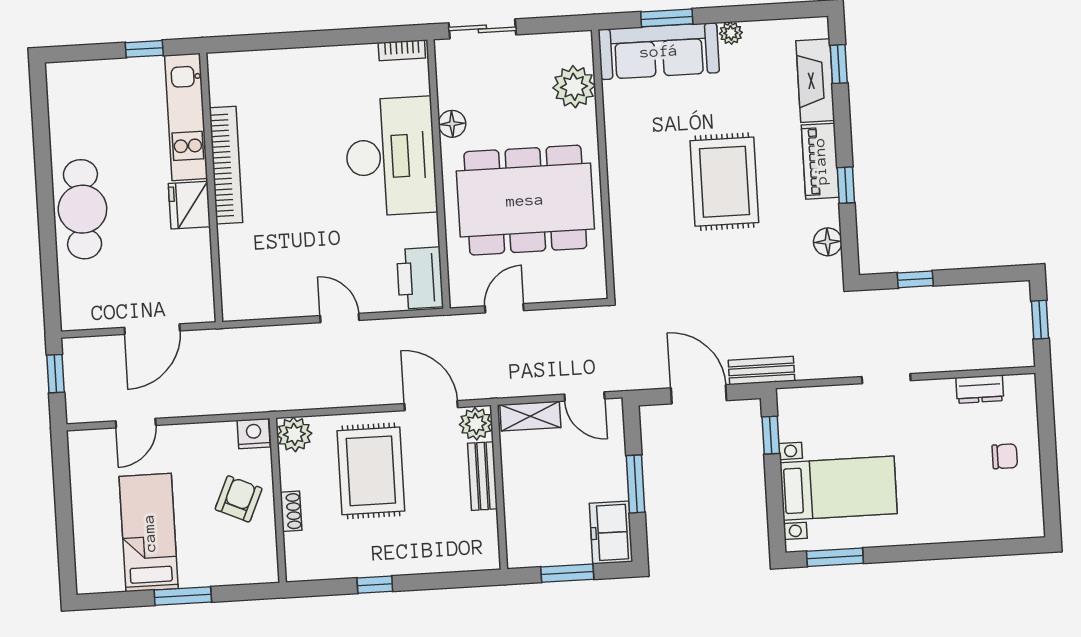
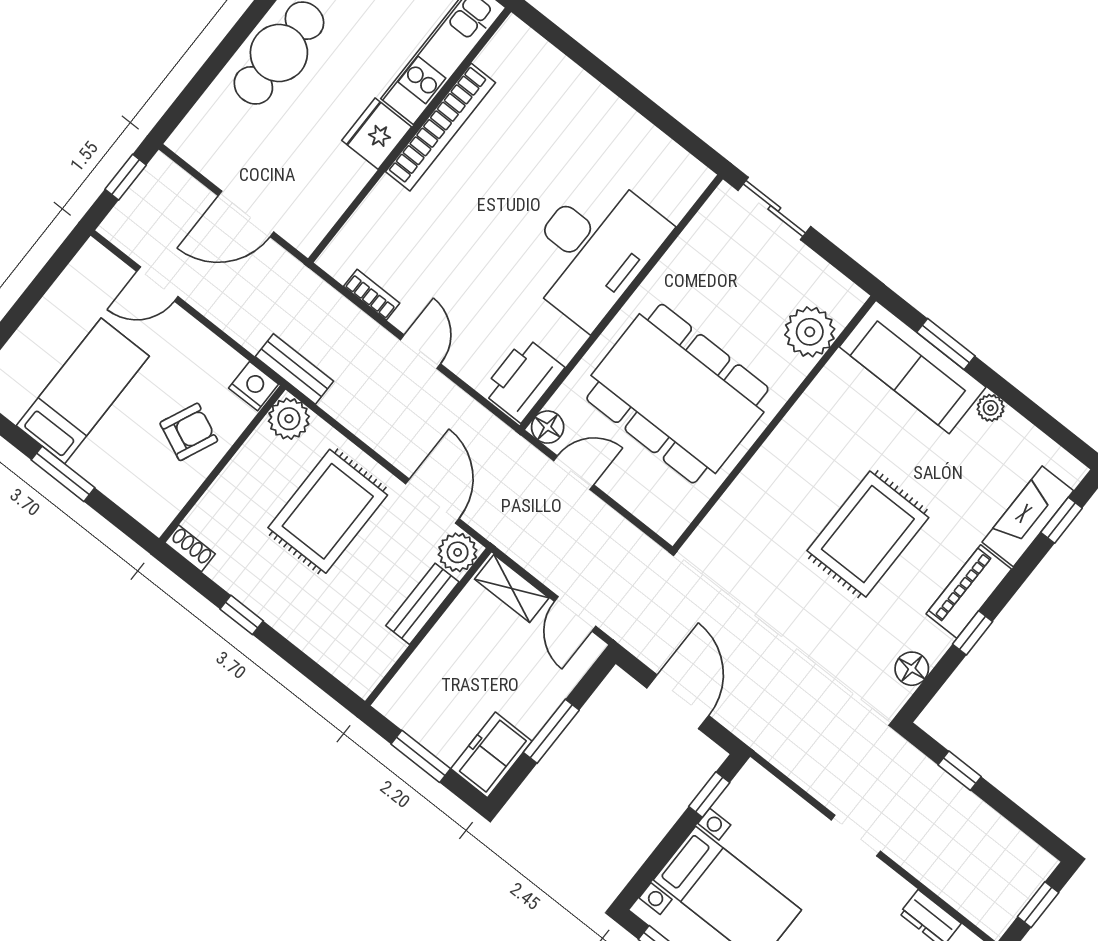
bookcase: (402, 50) -> (372, 295), moved, turned 180
floor lamp: (452, 124) -> (548, 427), moved
bench: (761, 371) -> (294, 369), moved
shoe rack: (291, 511) -> (190, 548), moved, turned -90

